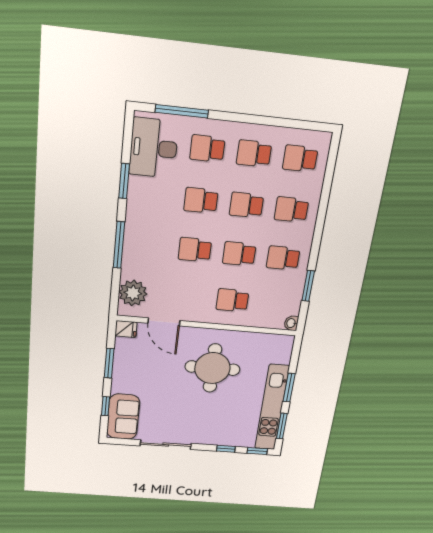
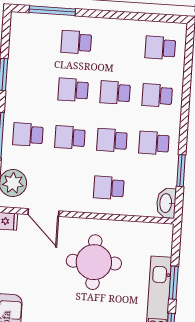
desk: (154, 148) -> (29, 44), removed
school desk: (254, 154) -> (28, 135), moved
washbasin: (291, 323) -> (166, 203), width x1.91, depth x1.45

